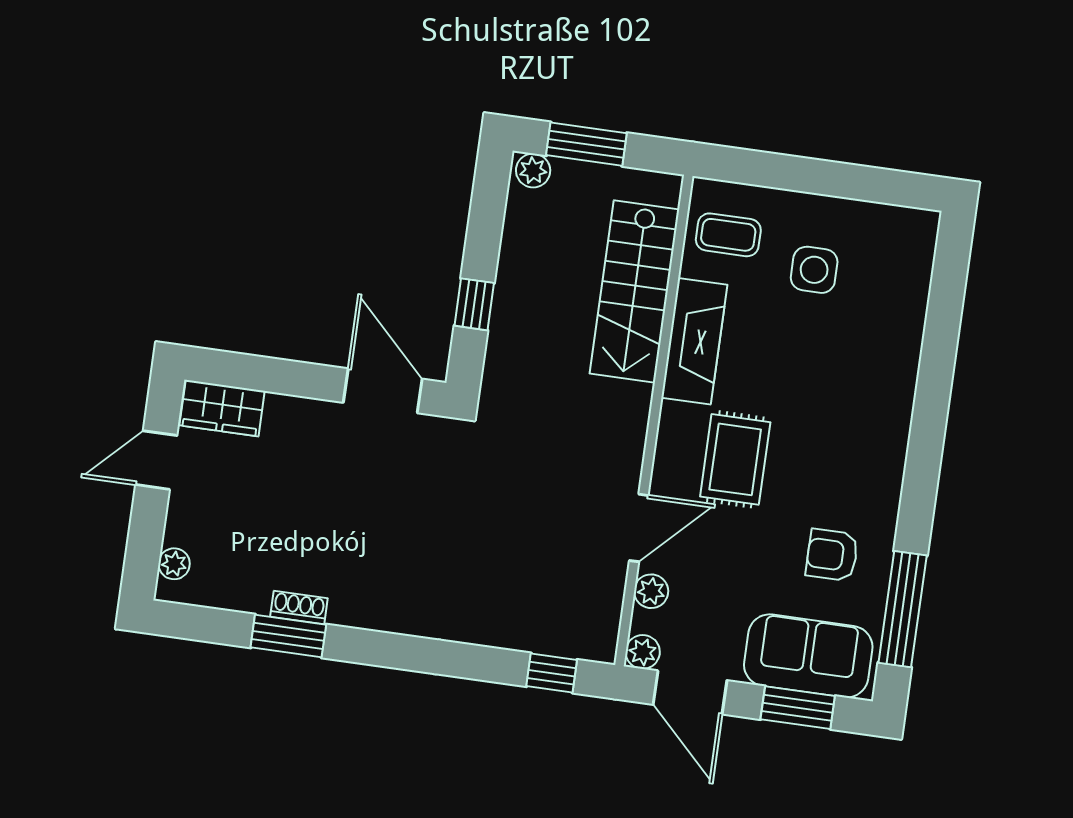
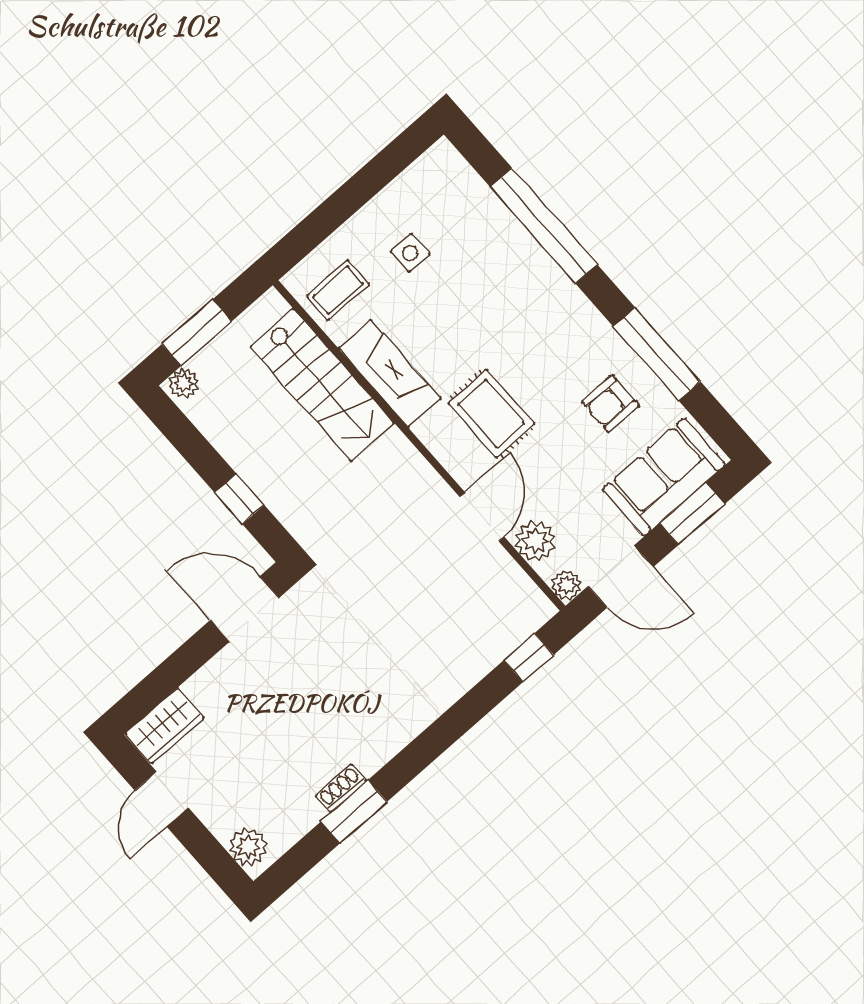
side table: (814, 270) -> (410, 253), width x0.73, depth x0.73
window: (937, 365) -> (544, 226), added
plant: (174, 564) -> (248, 847), width x1.38, depth x1.38
plant: (651, 591) -> (535, 541), width x1.38, depth x1.38
window: (903, 609) -> (657, 354), moved

